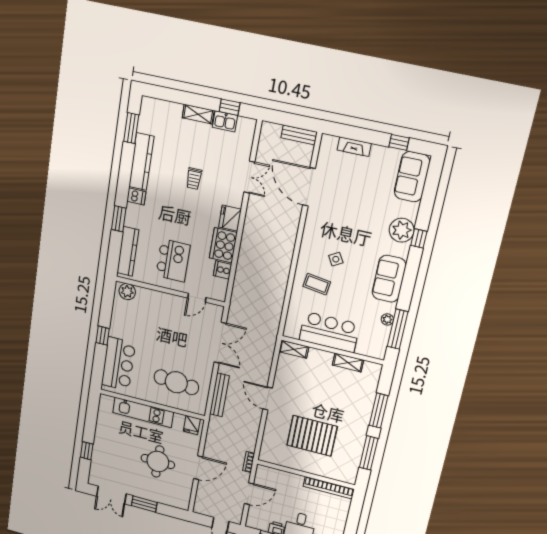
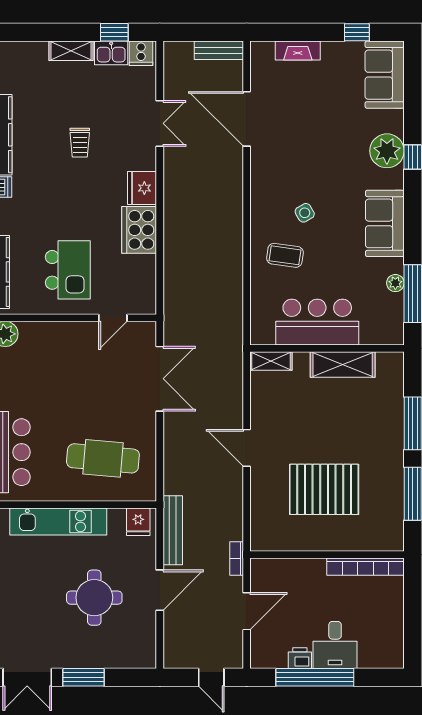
cooker: (222, 270) -> (141, 53), moved, turned -90
shelving: (348, 362) -> (343, 364), width x1.50, depth x1.33
bench: (219, 395) -> (173, 530), moved

